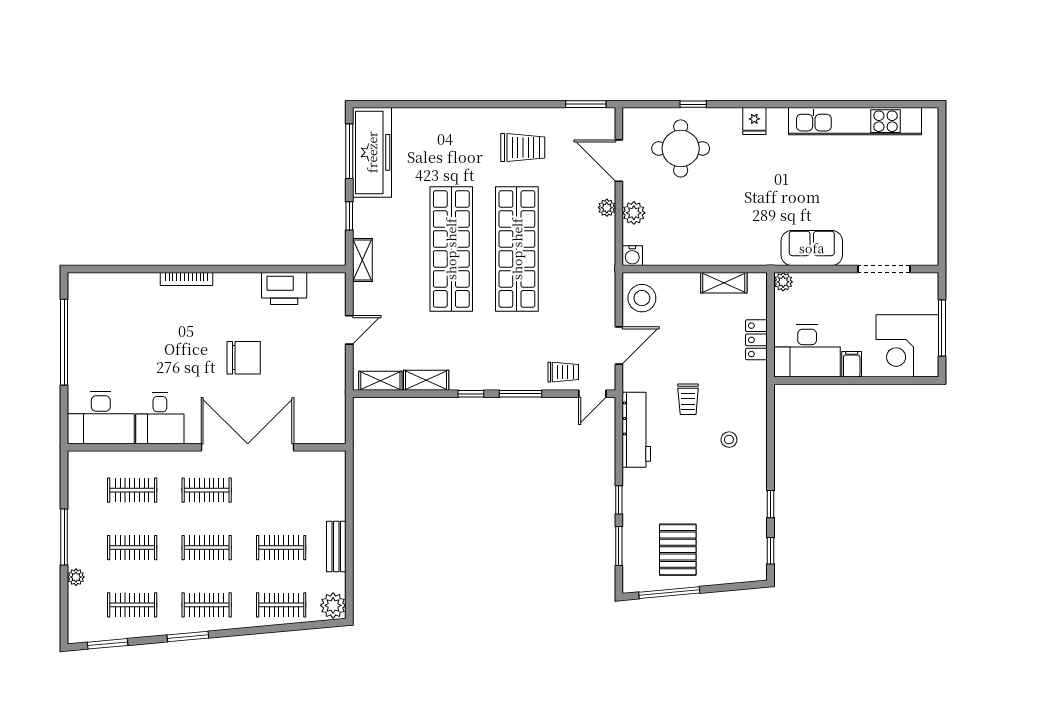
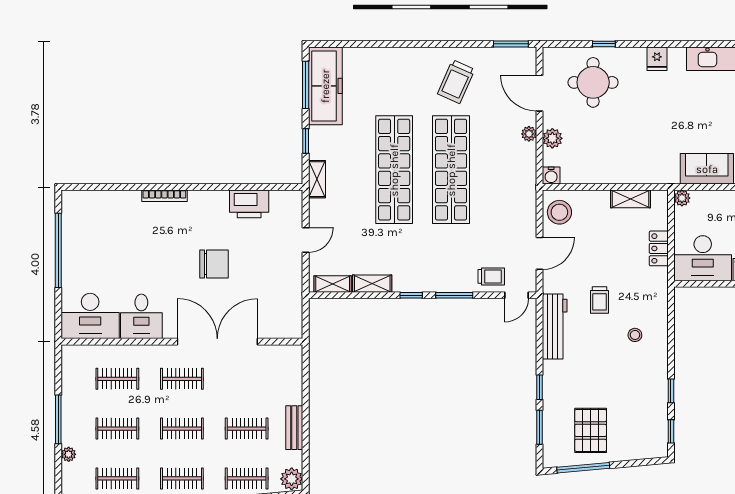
trolley: (523, 147) -> (456, 82), turned 114

